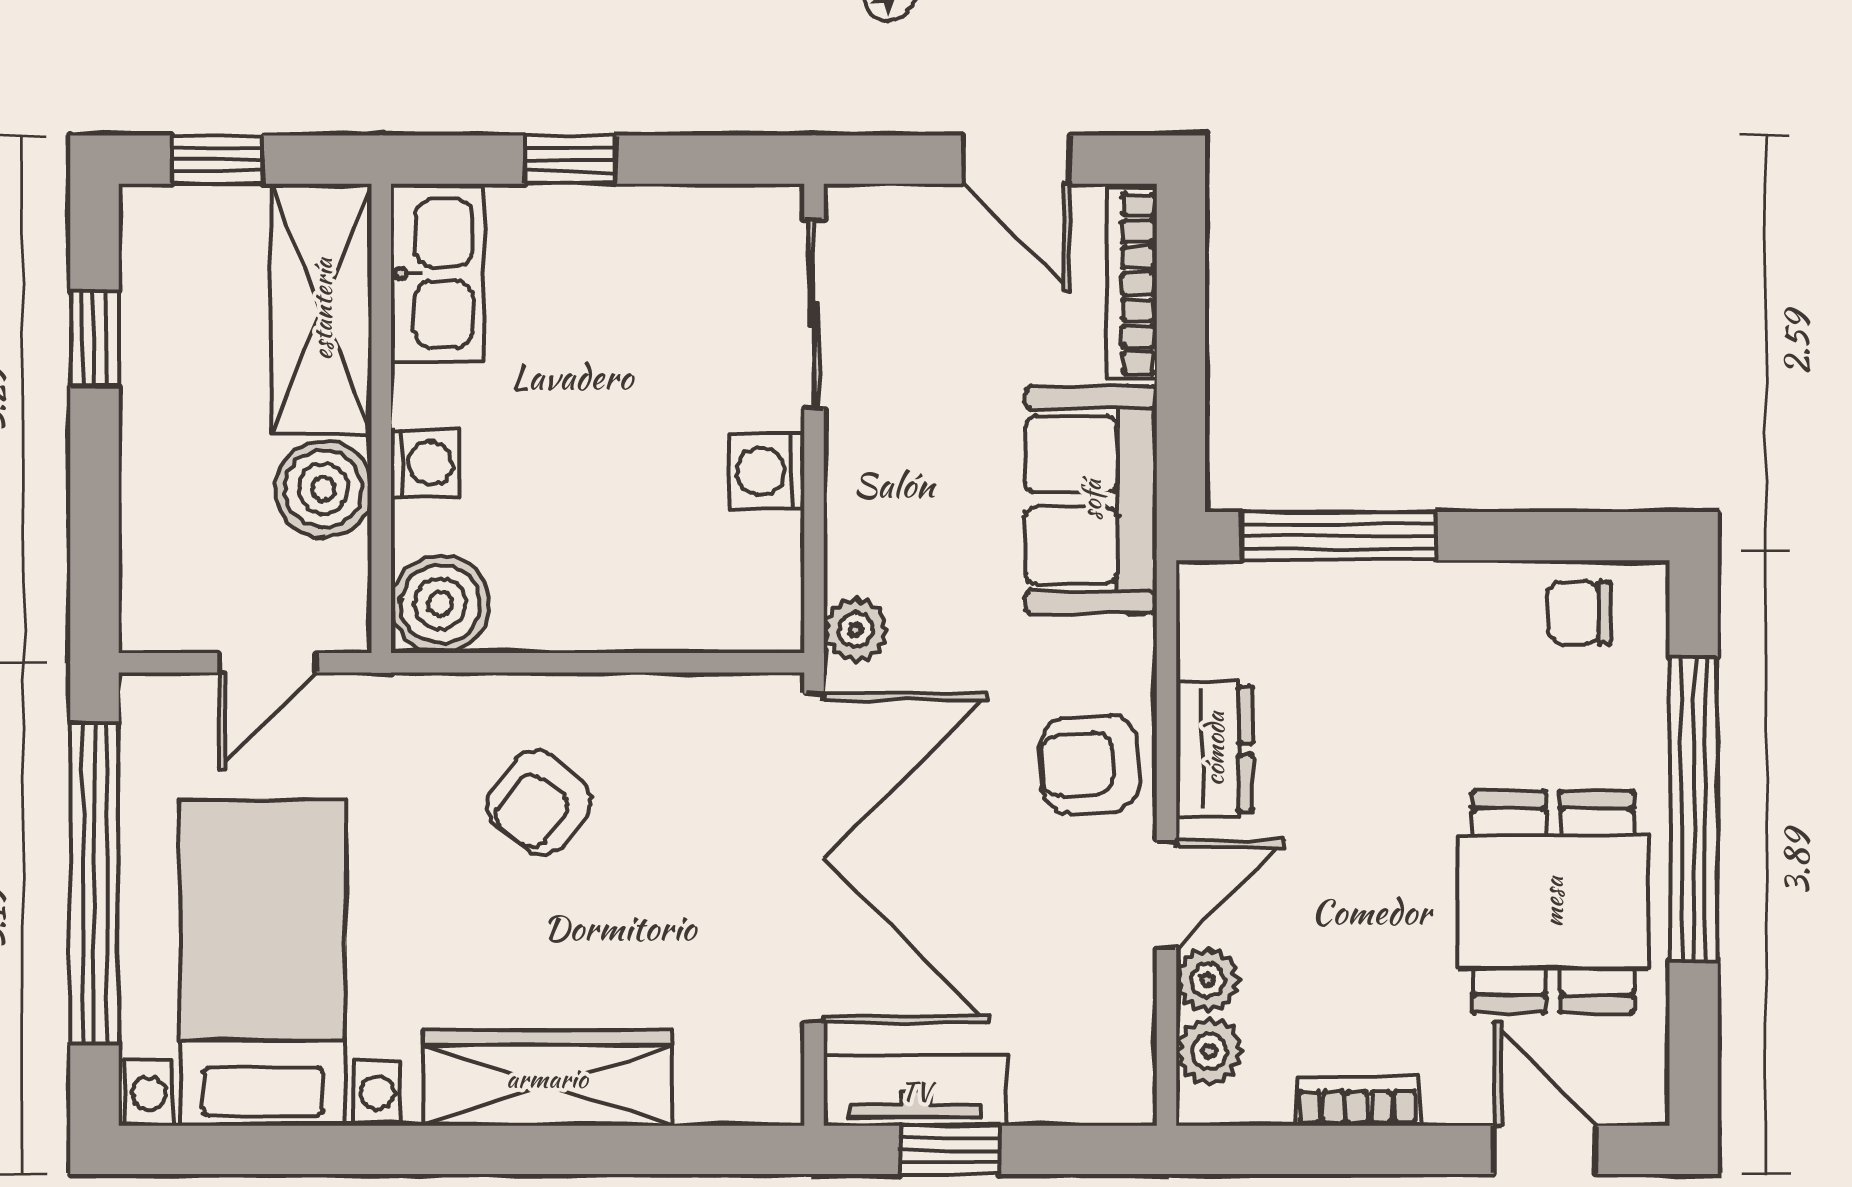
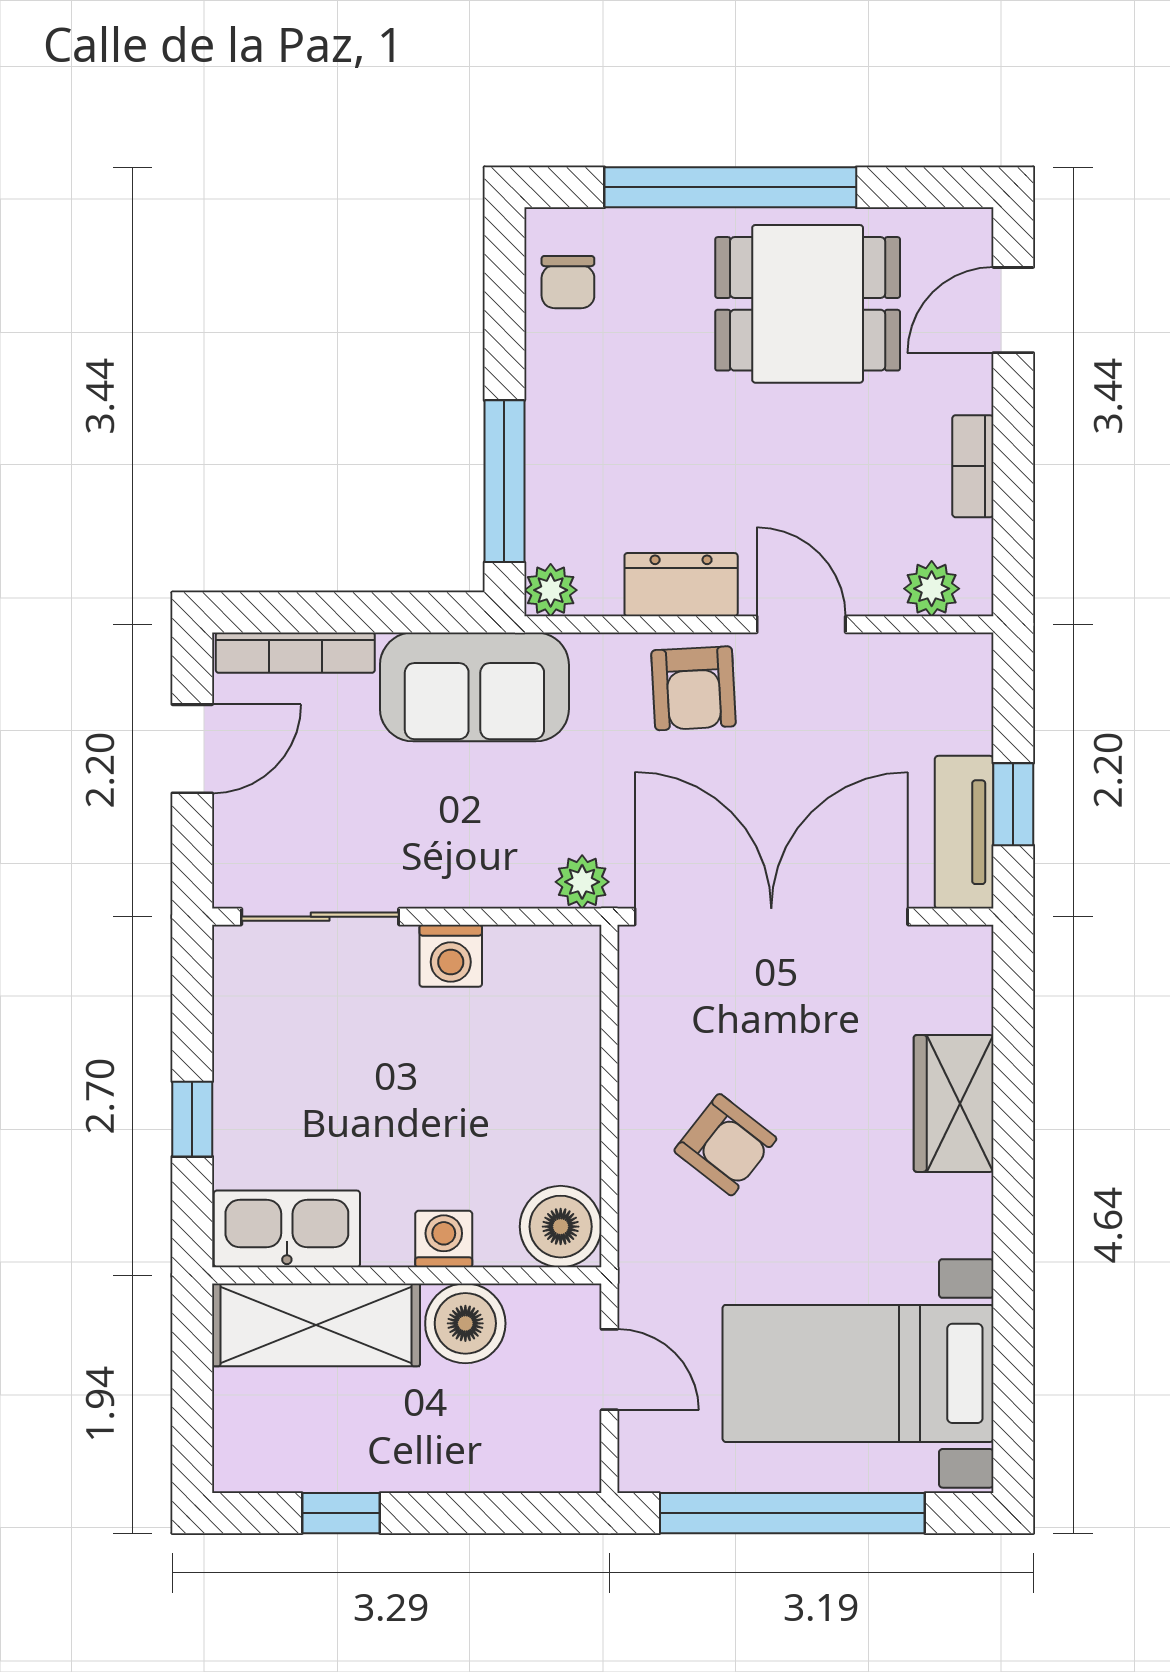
window: (217, 160) -> (192, 1411), removed
plant: (1208, 980) -> (551, 590), moved
wardrobe: (547, 1078) -> (954, 1103), width x0.67

